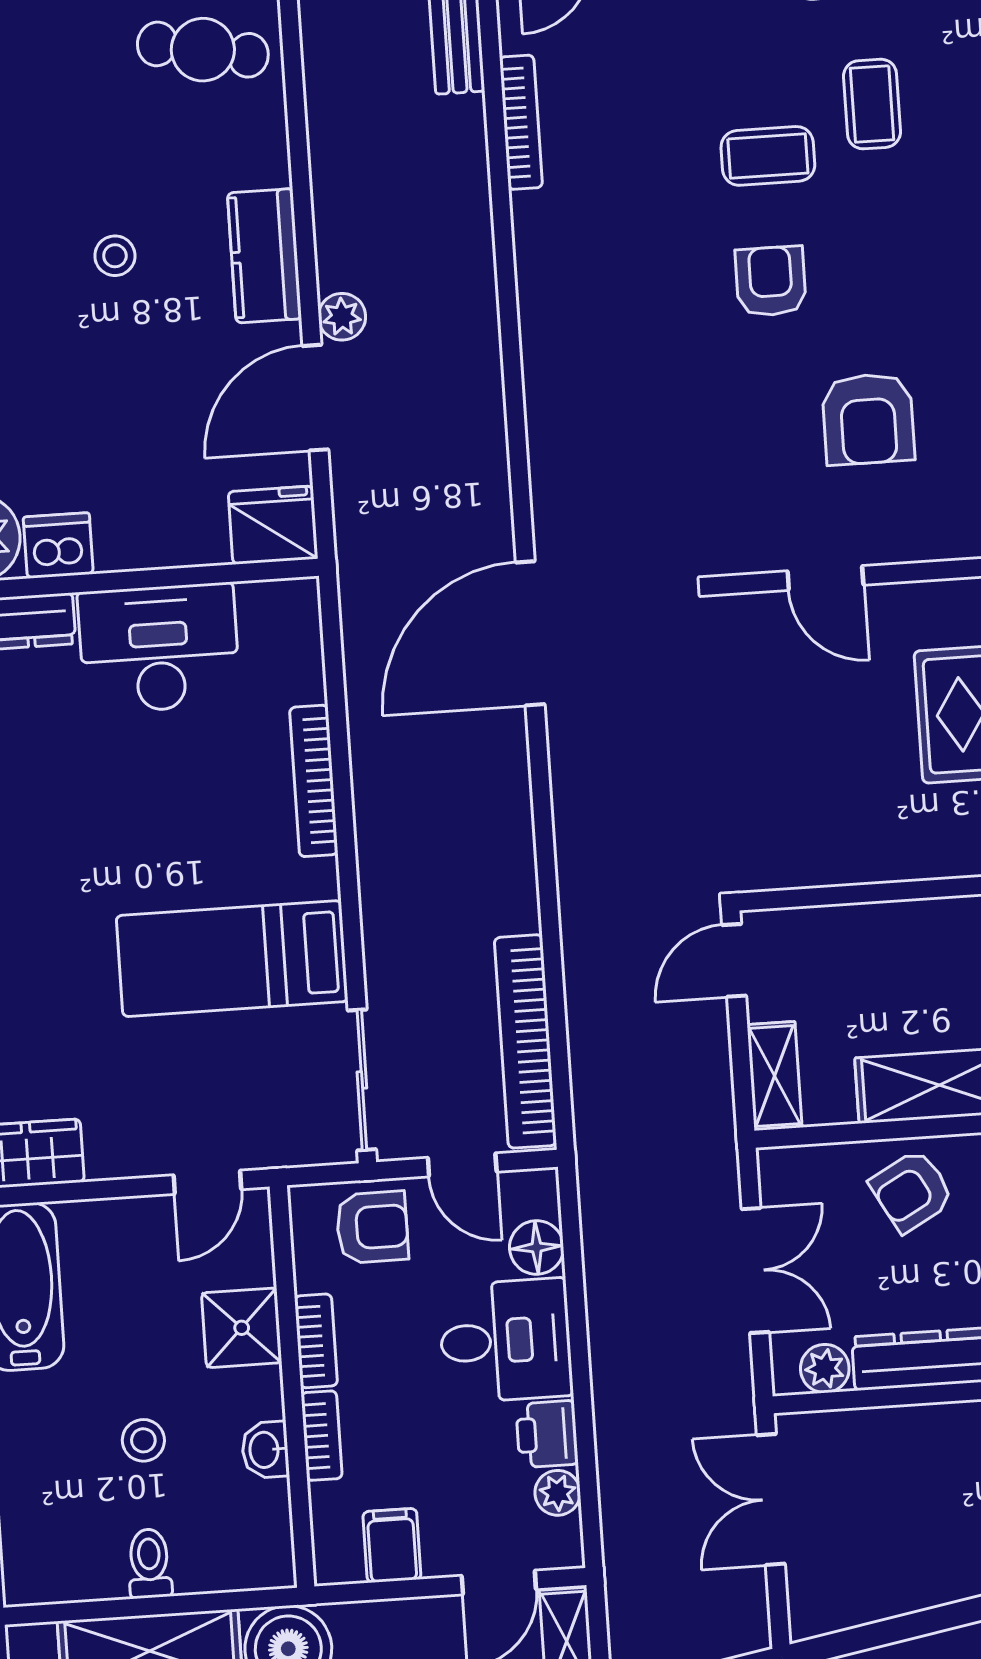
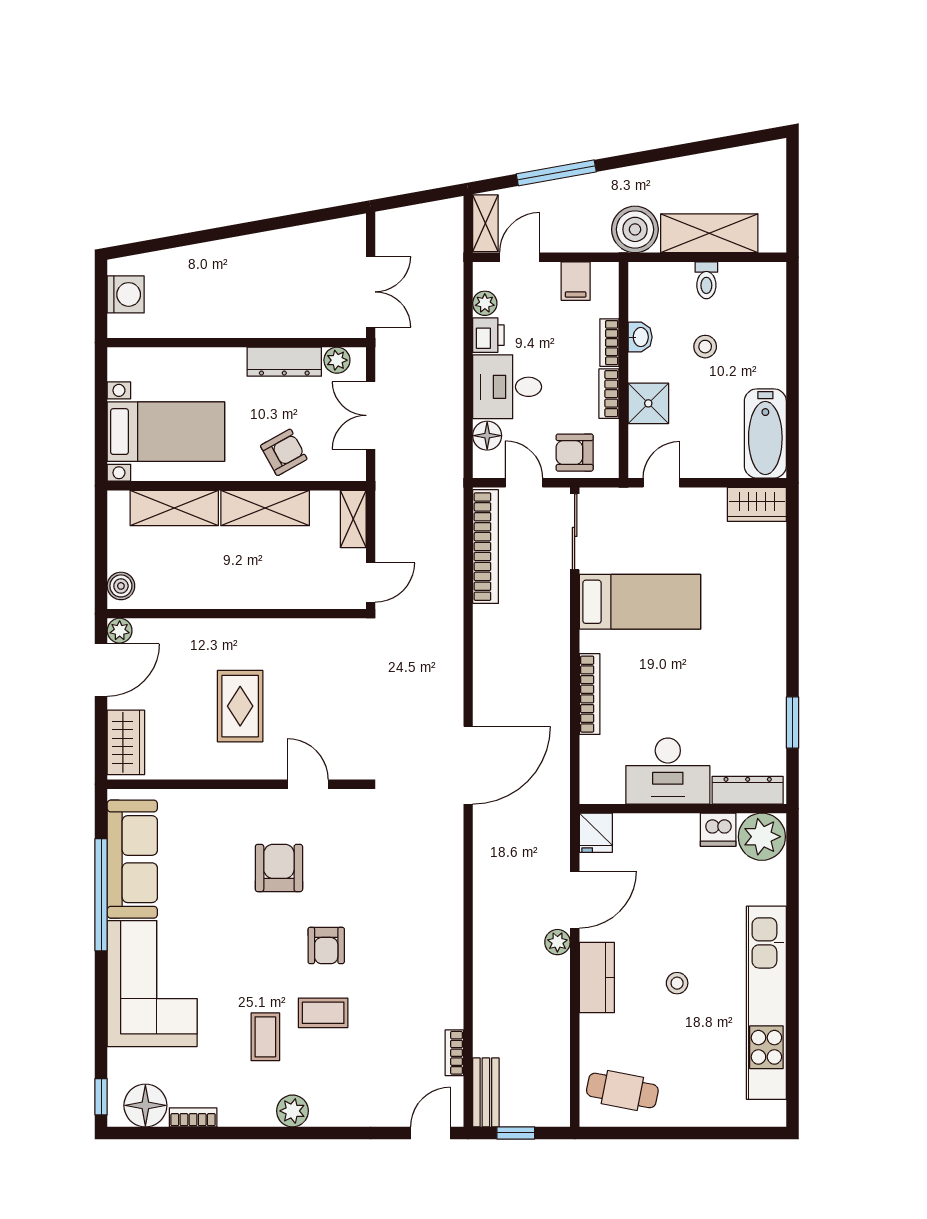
bookcase: (521, 122) -> (454, 1053), width x0.64
fridge: (273, 525) -> (596, 833), width x0.72

